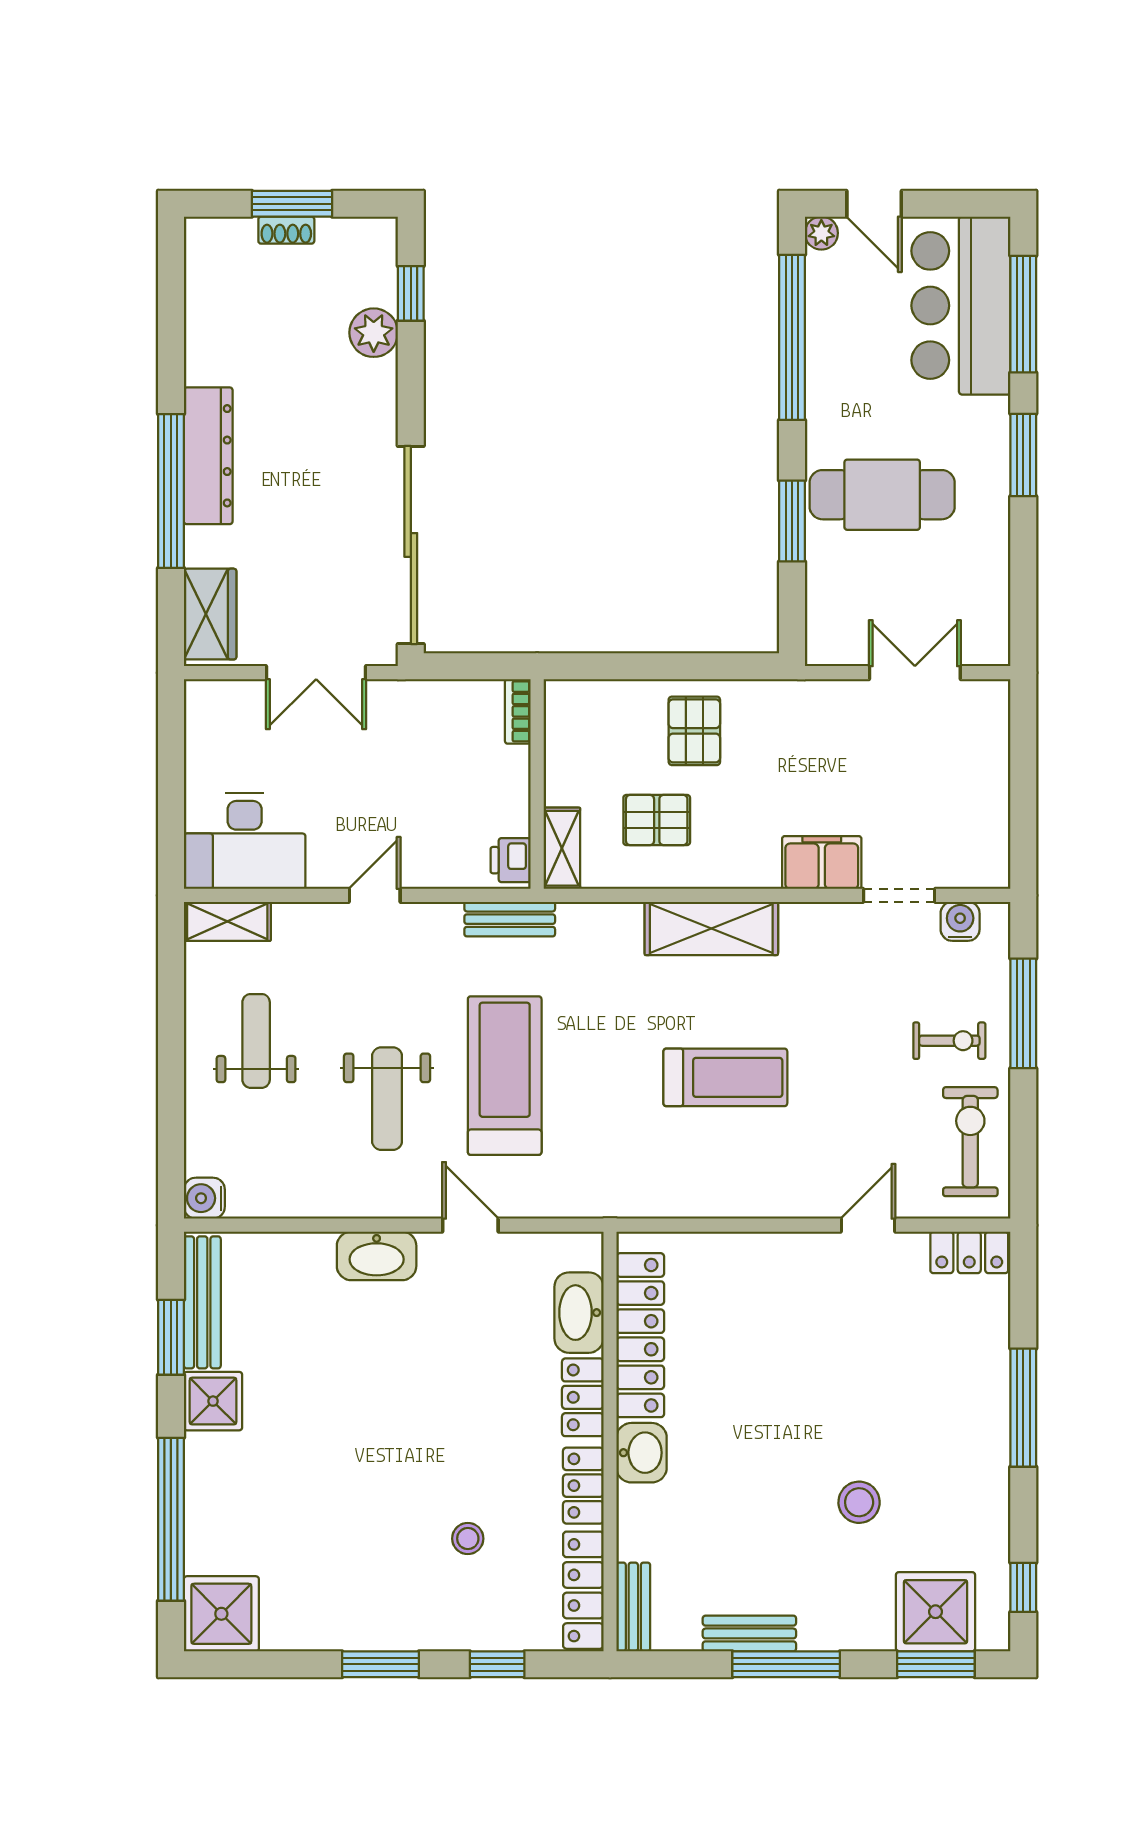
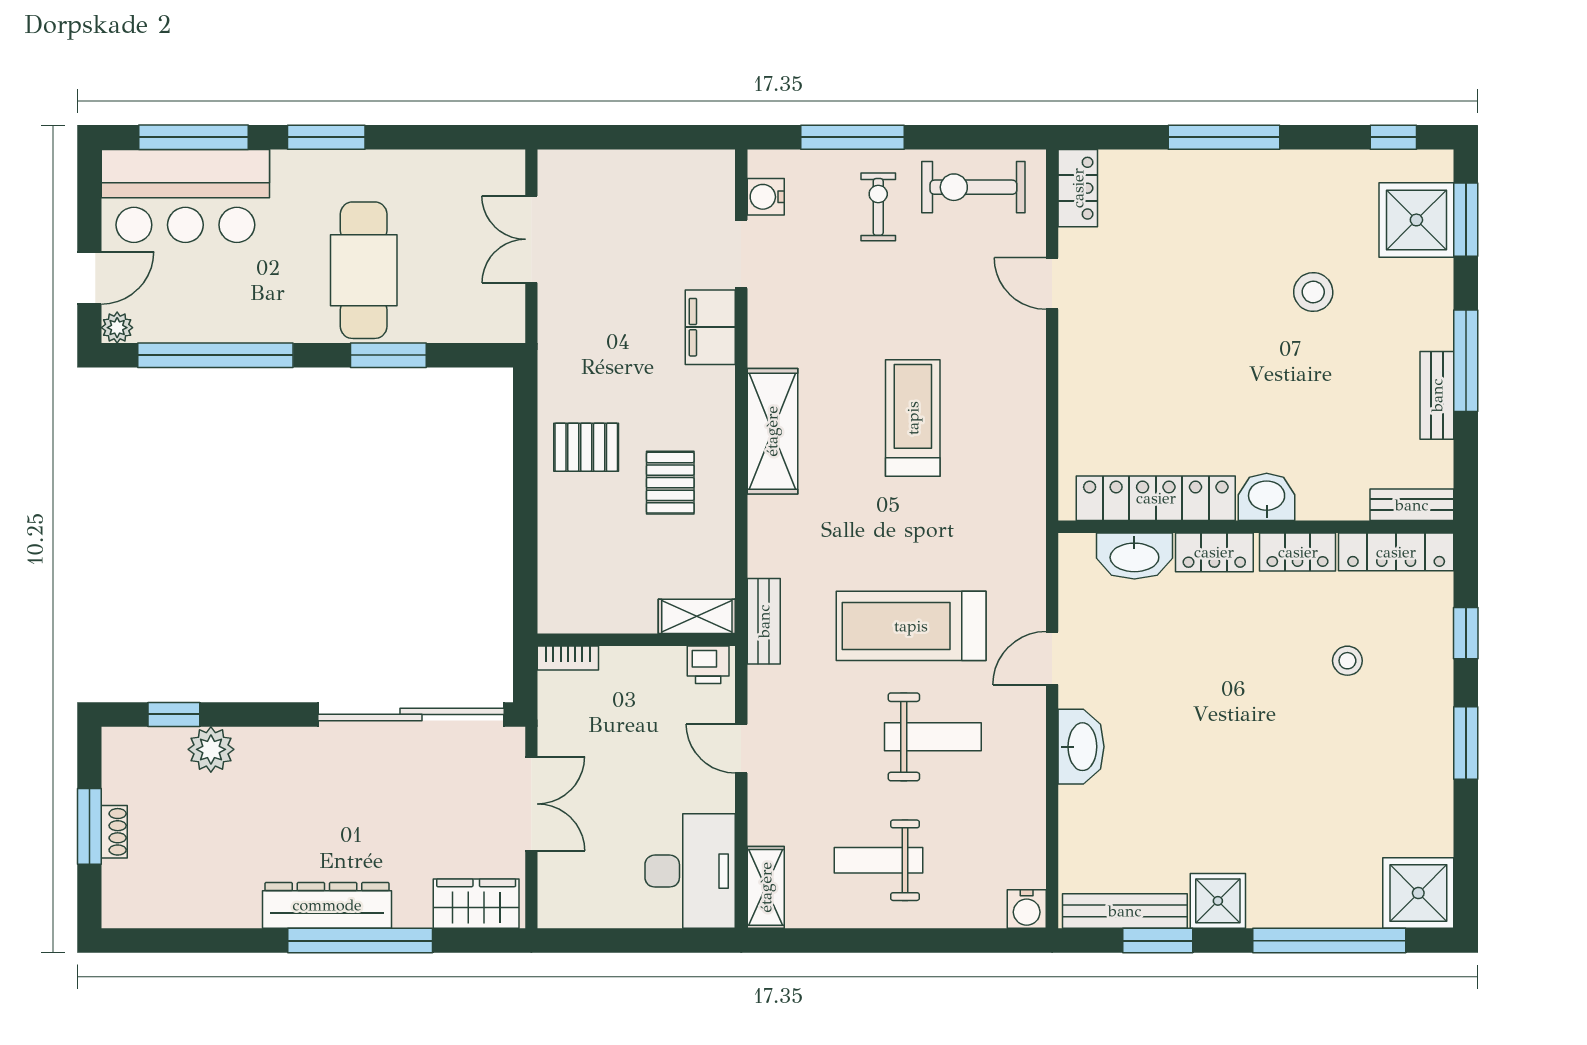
bookcase: (518, 711) -> (568, 658), moved
wall: (537, 784) -> (636, 640), moved
shelving: (562, 848) -> (697, 616), moved
printer: (511, 860) -> (708, 665), moved

